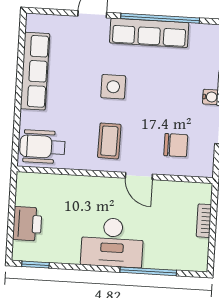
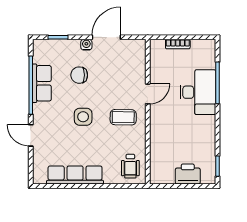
row of seats: (149, 33) -> (42, 83), width x0.68
chair: (176, 145) -> (79, 75), moved, turned -90
wheelchair: (42, 147) -> (130, 166), width x0.73, depth x0.73
desk: (112, 242) -> (198, 92), moved

